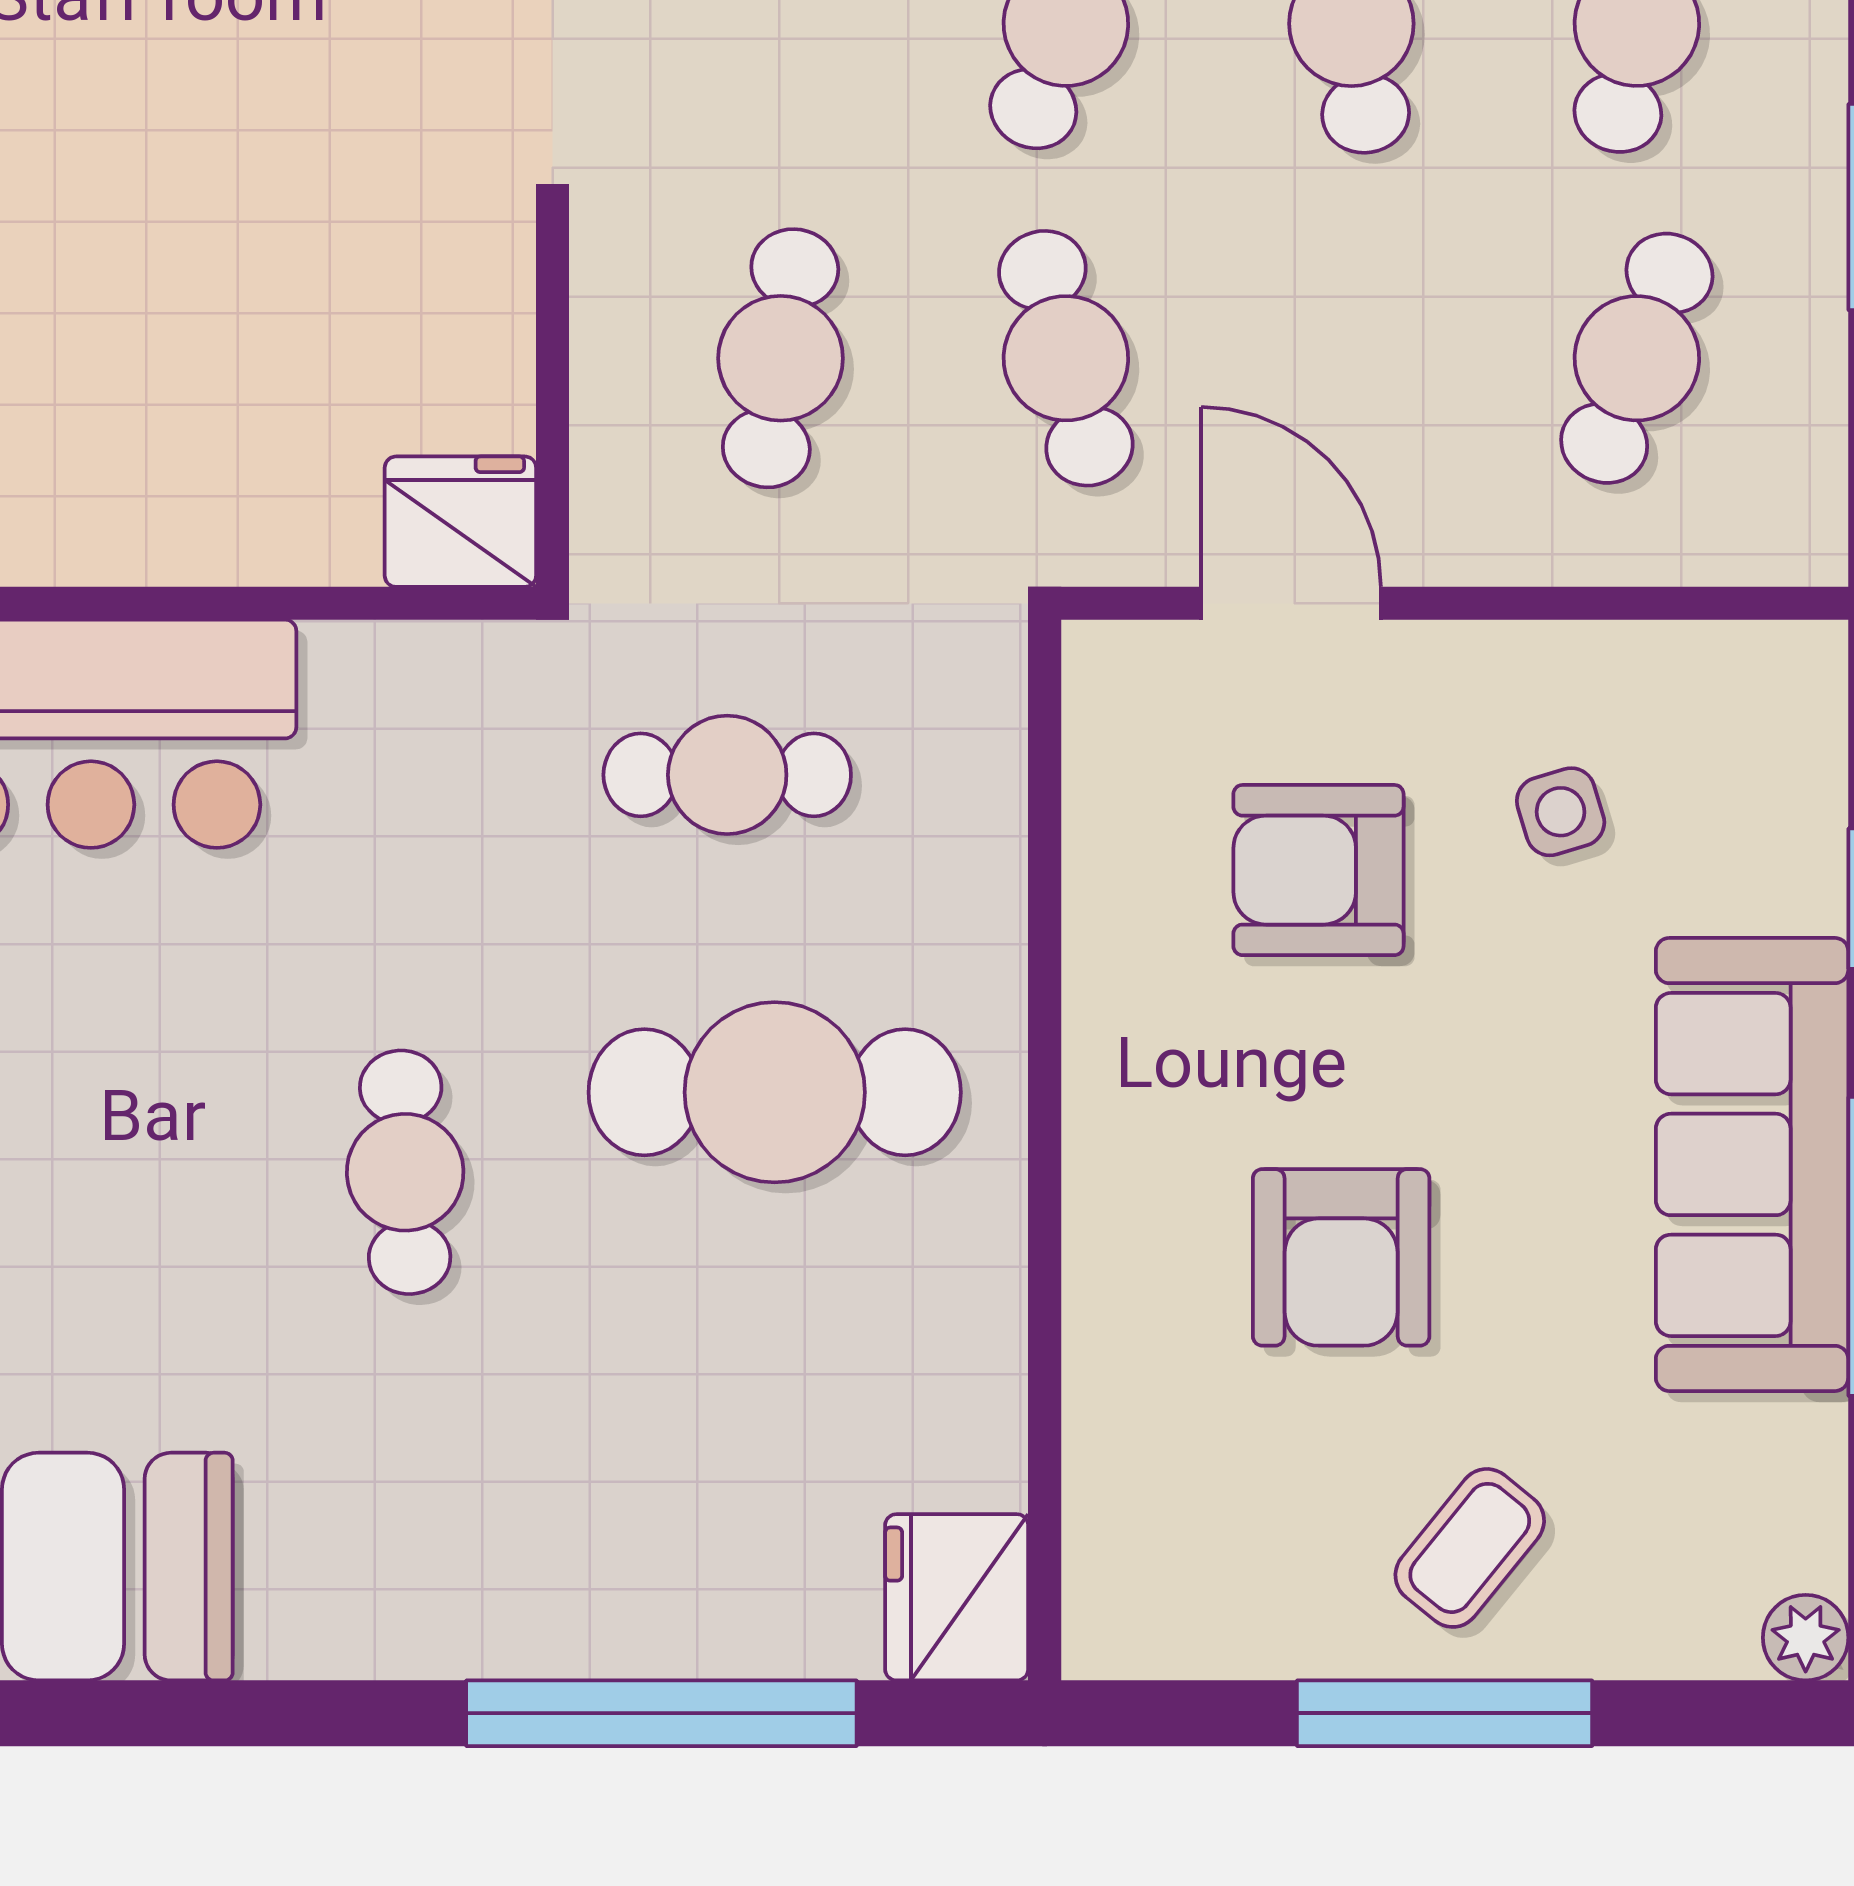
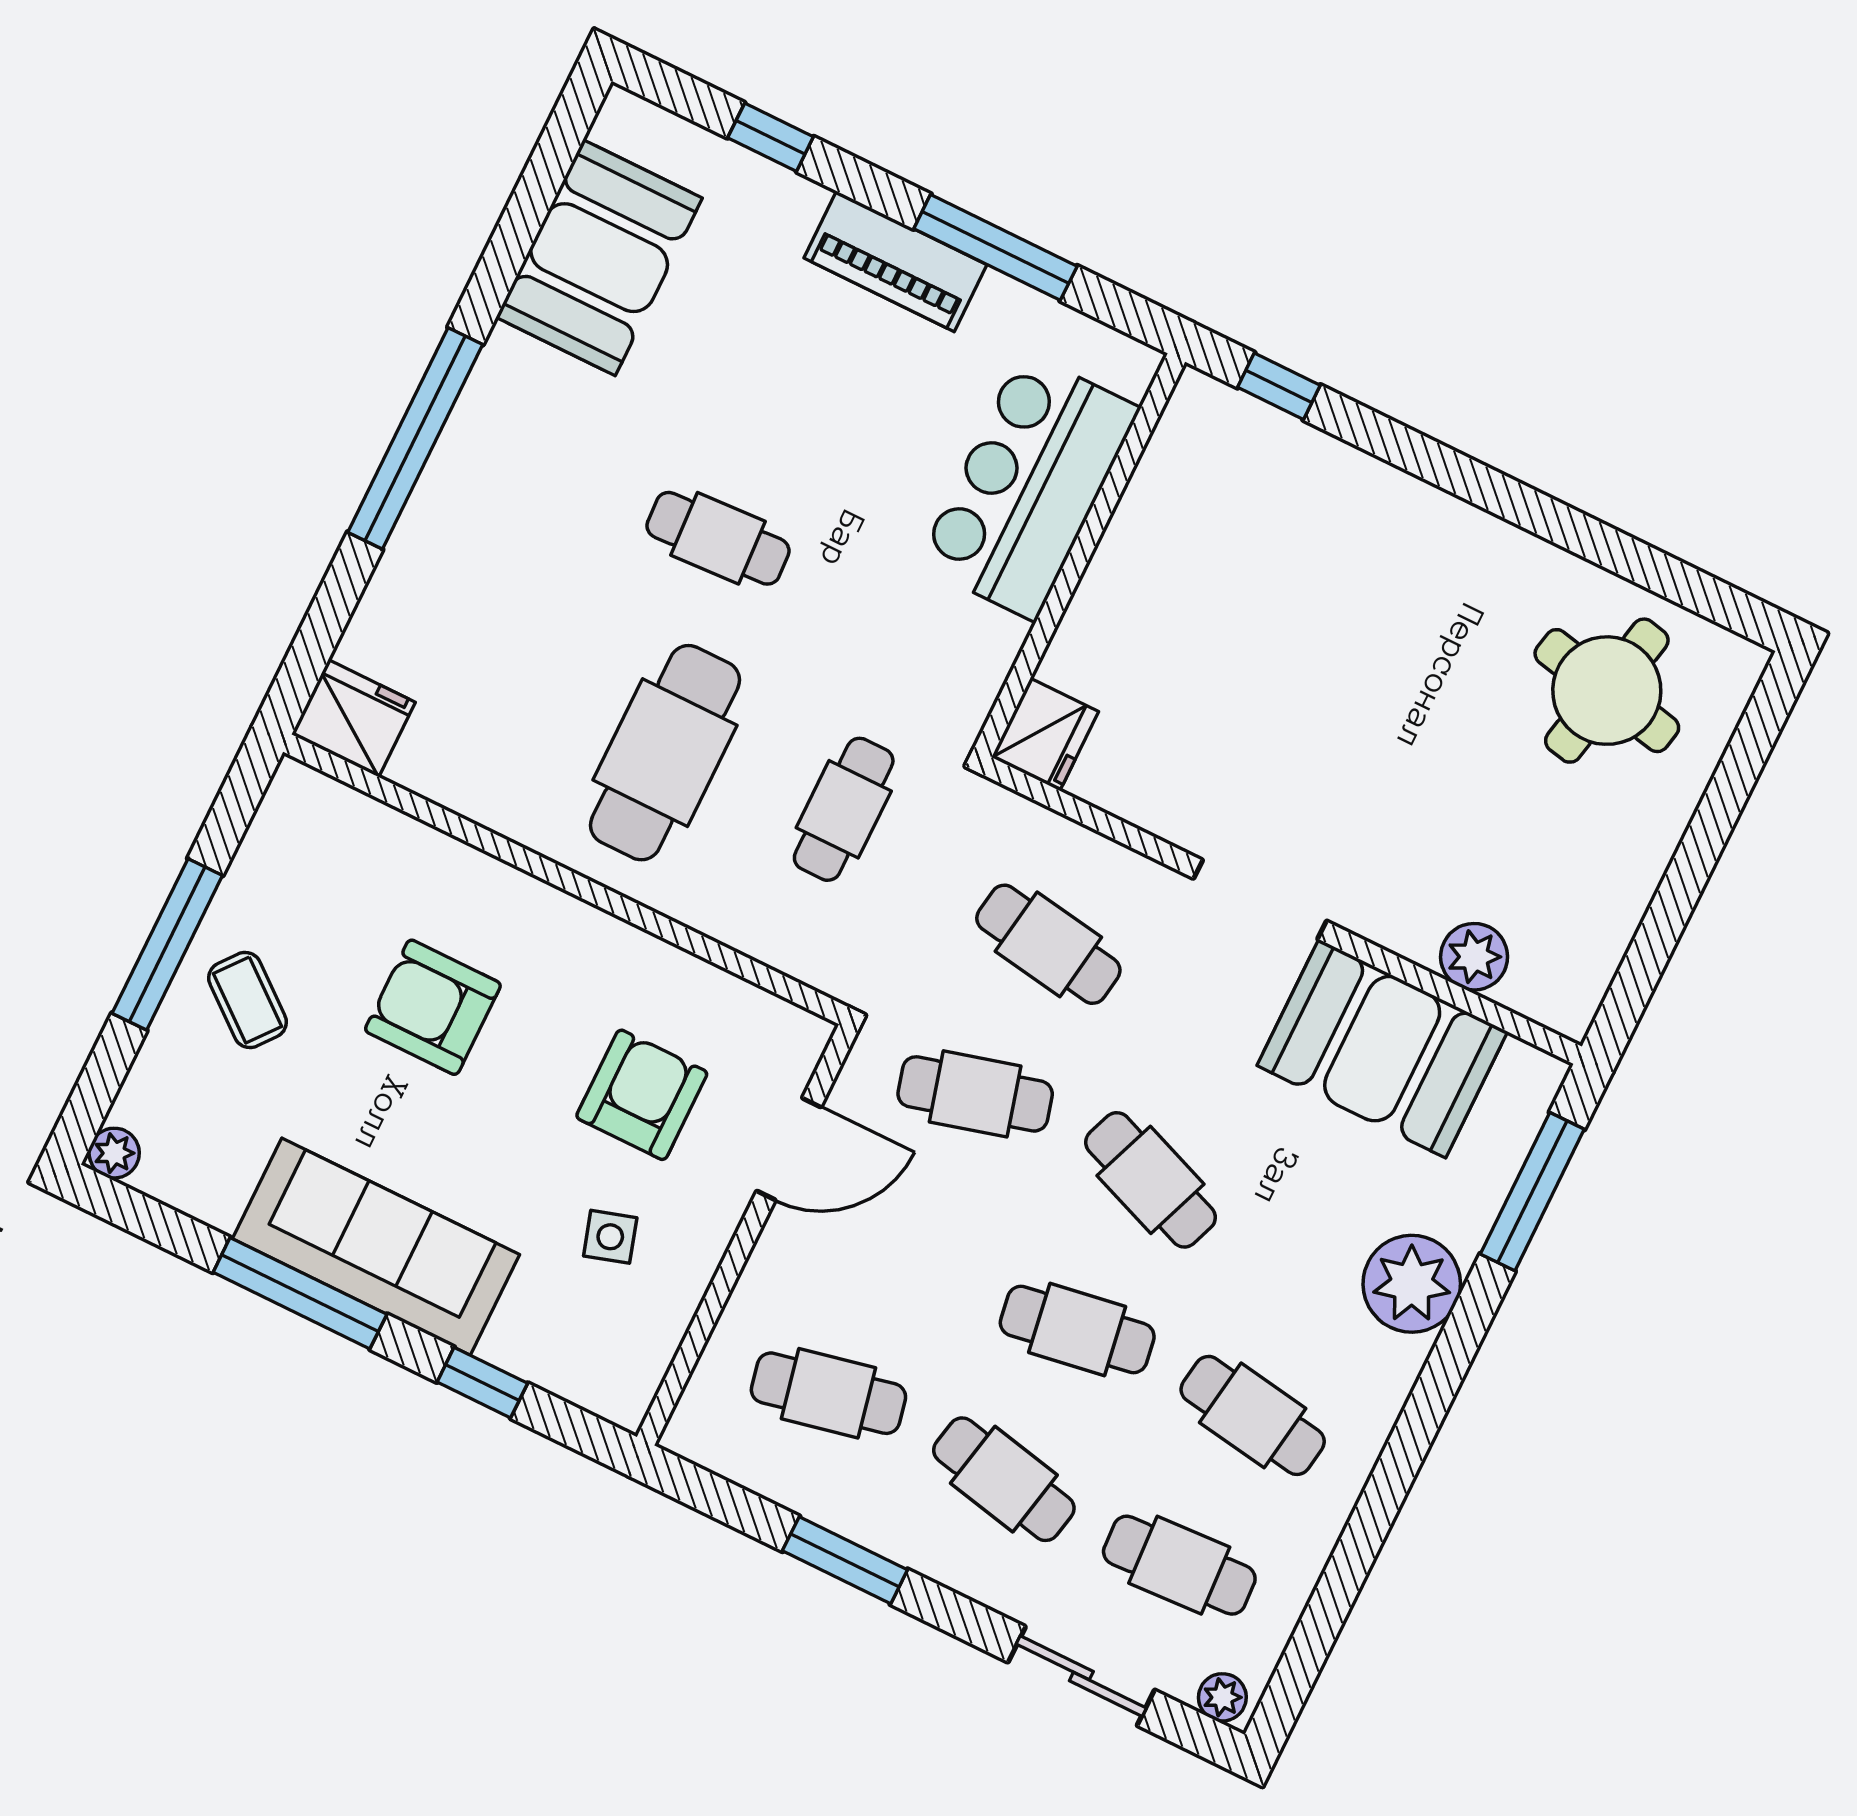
cafe table: (1637, 358) -> (828, 1393), turned -33
window: (661, 1713) -> (415, 438), moved

